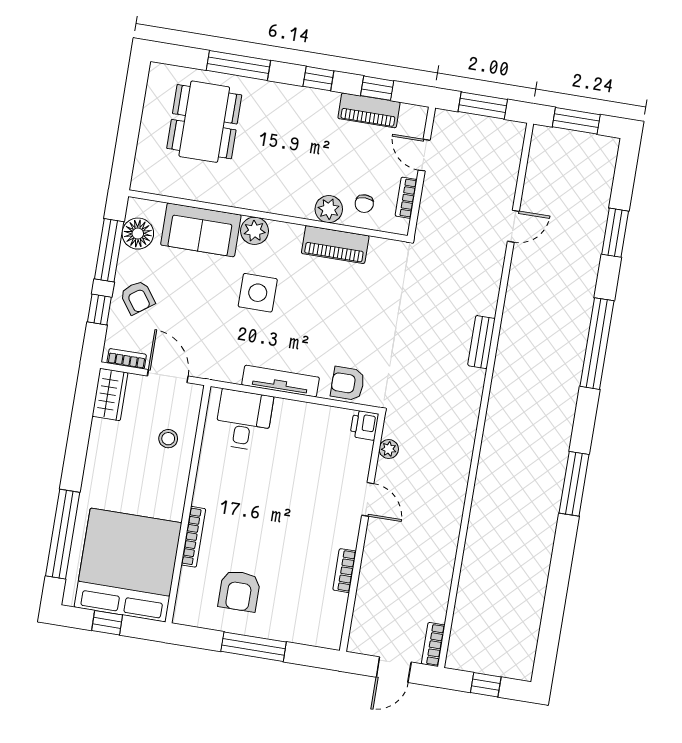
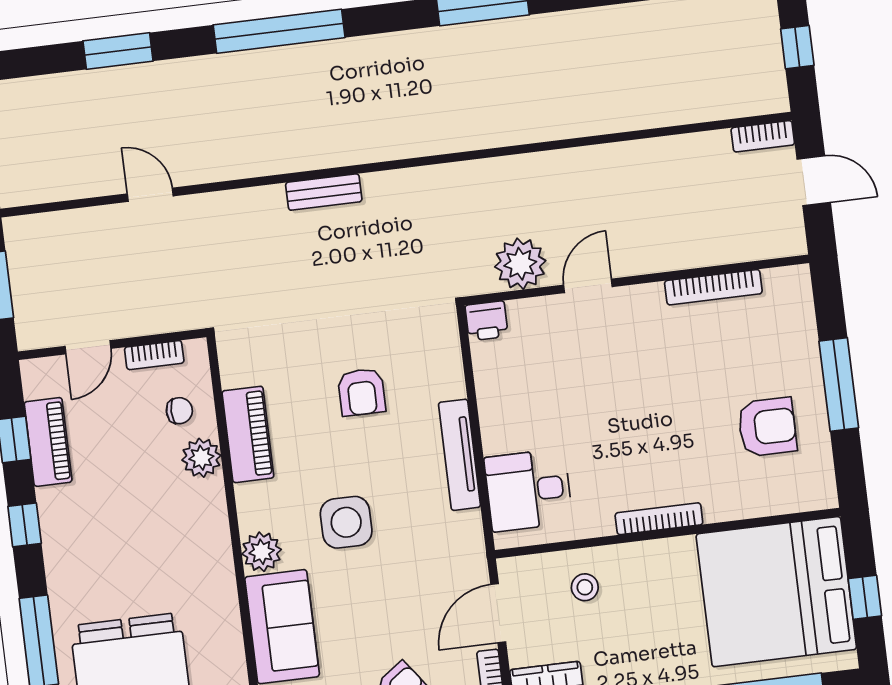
armchair: (348, 384) -> (362, 392), moved
plant: (389, 449) -> (520, 264), width x1.88, depth x1.88
bookcase: (193, 537) -> (659, 519), moved
bookcase: (345, 571) -> (713, 287), width x1.56

